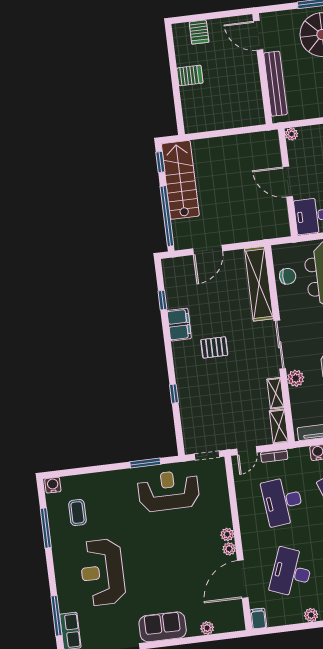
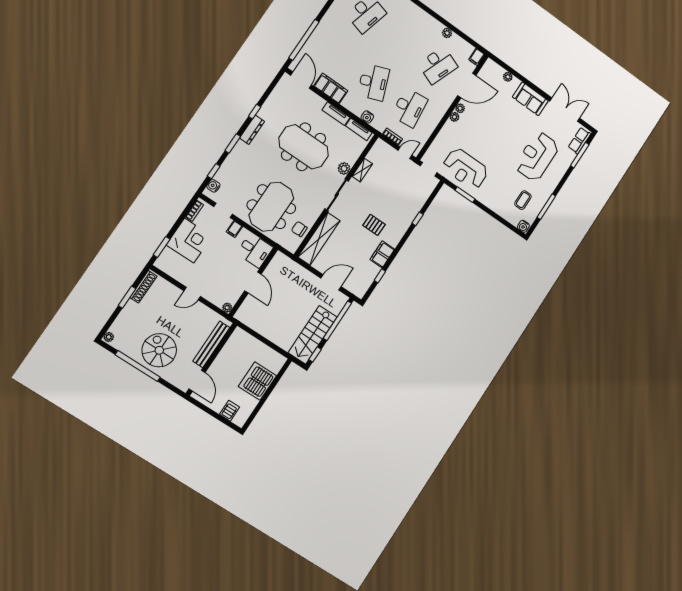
server rack: (190, 75) -> (257, 381), width x2.18, depth x1.44
shelving: (279, 426) -> (376, 150), removed
reception desk: (102, 572) -> (537, 156), turned 180

